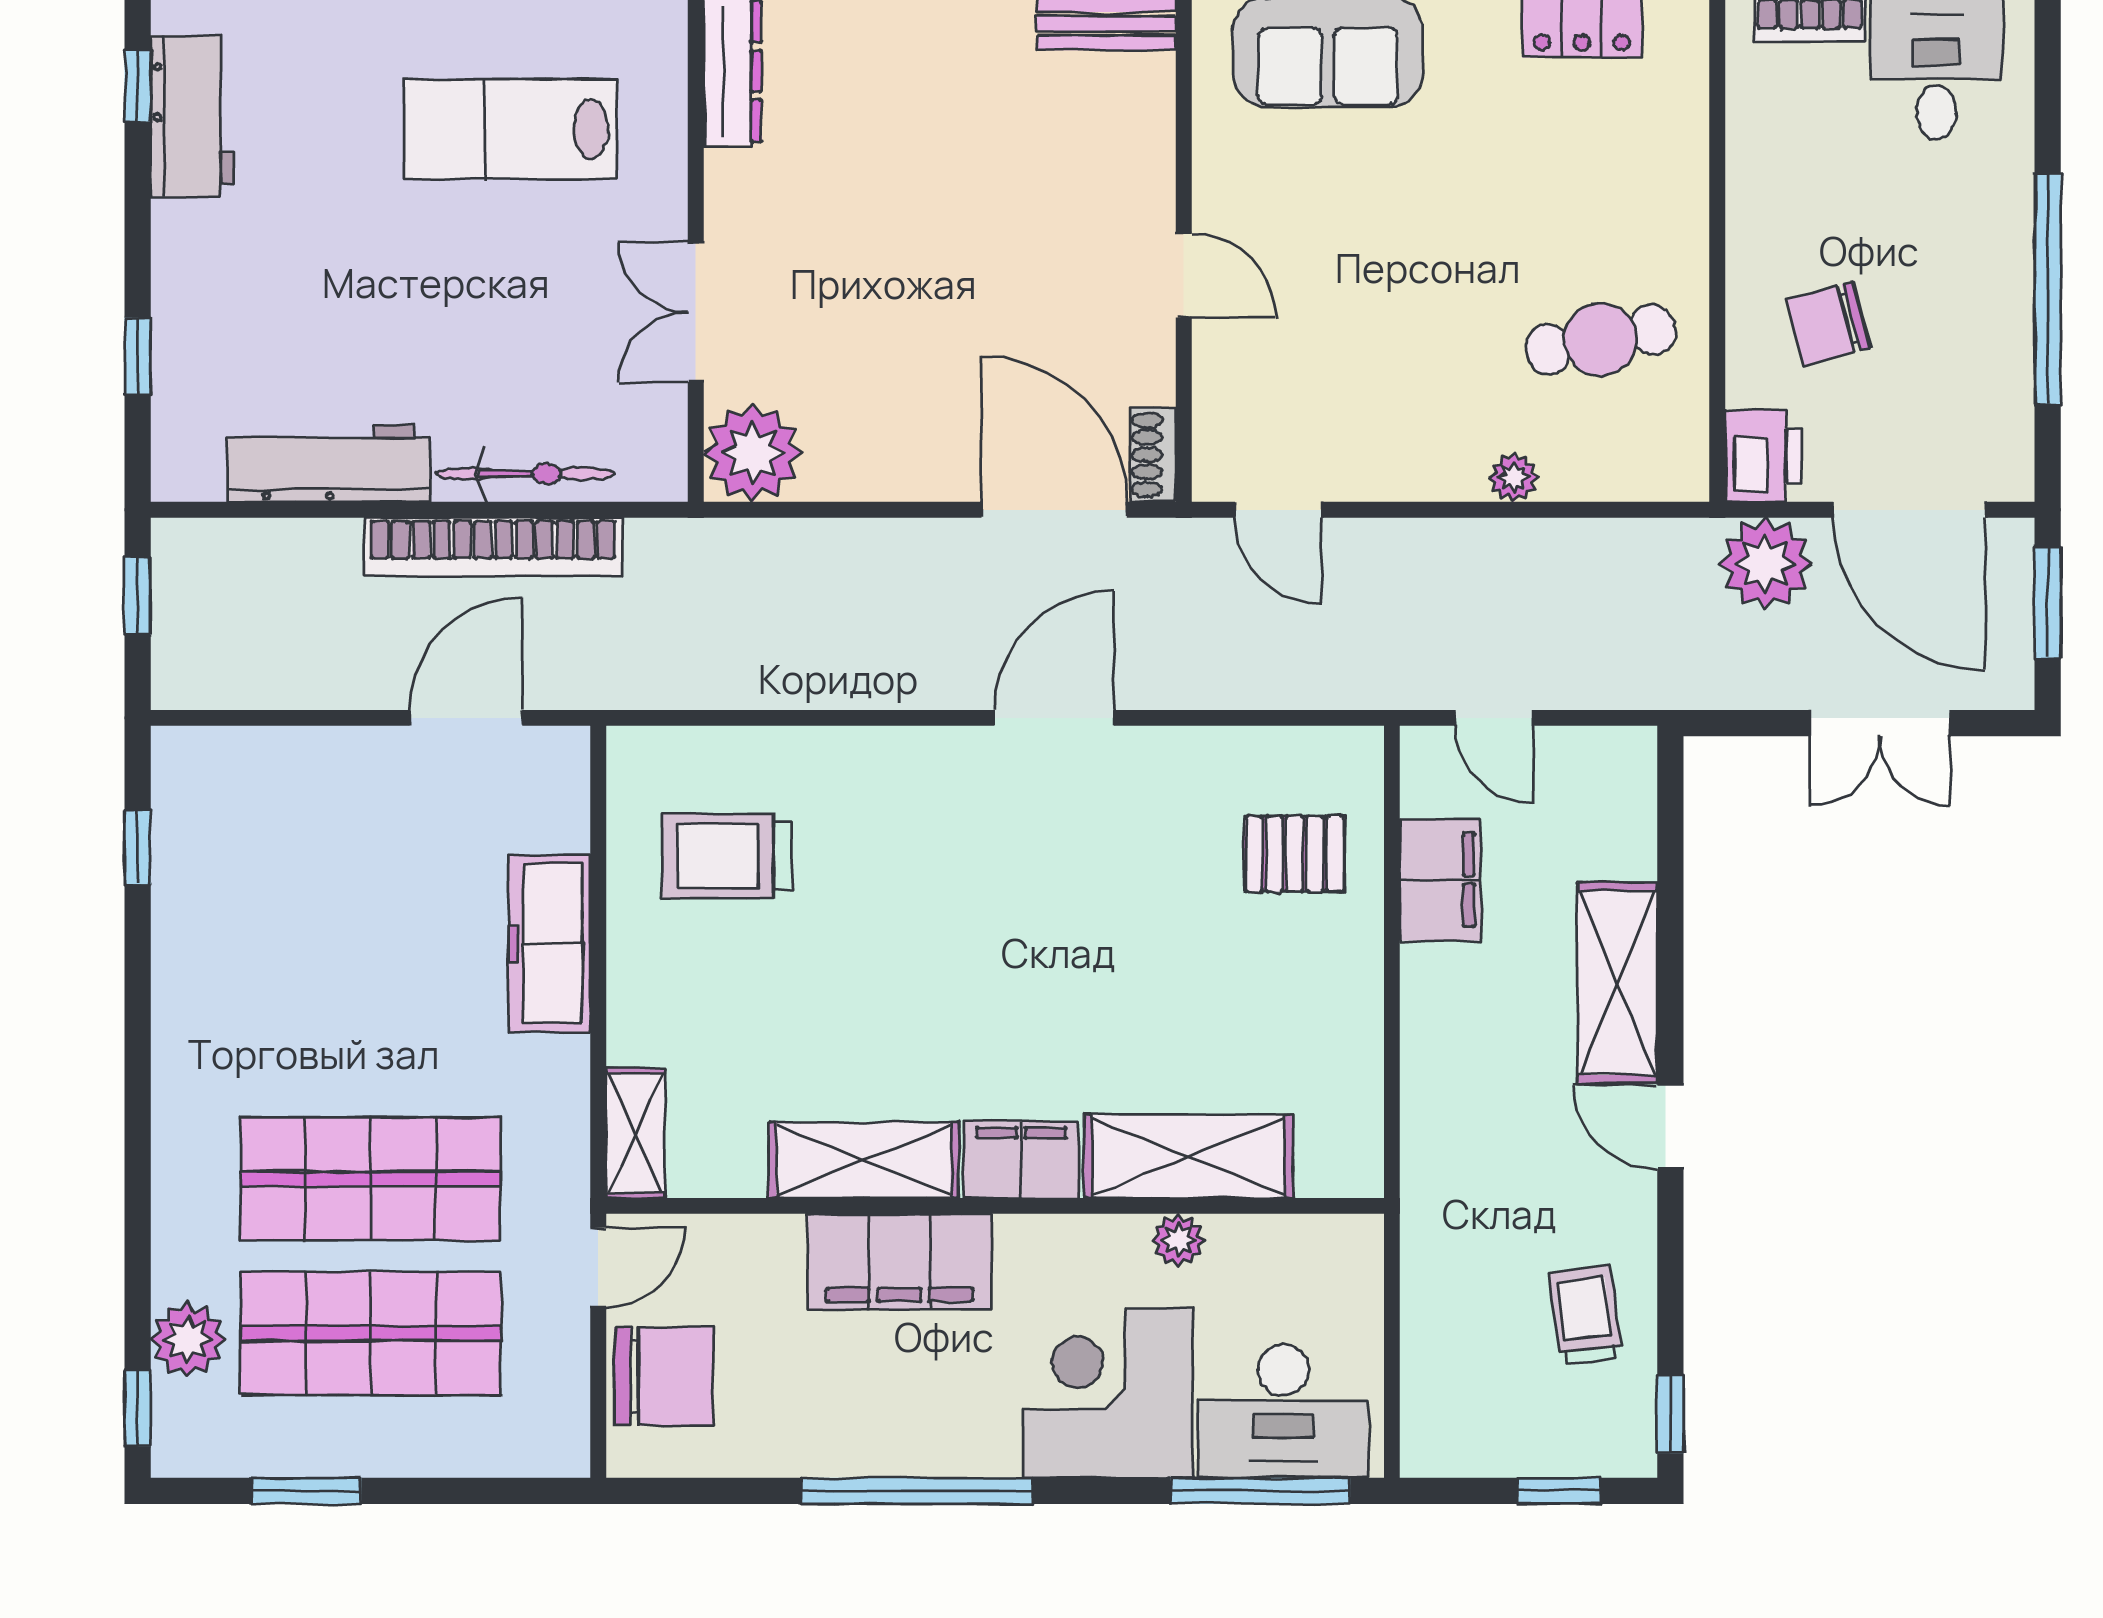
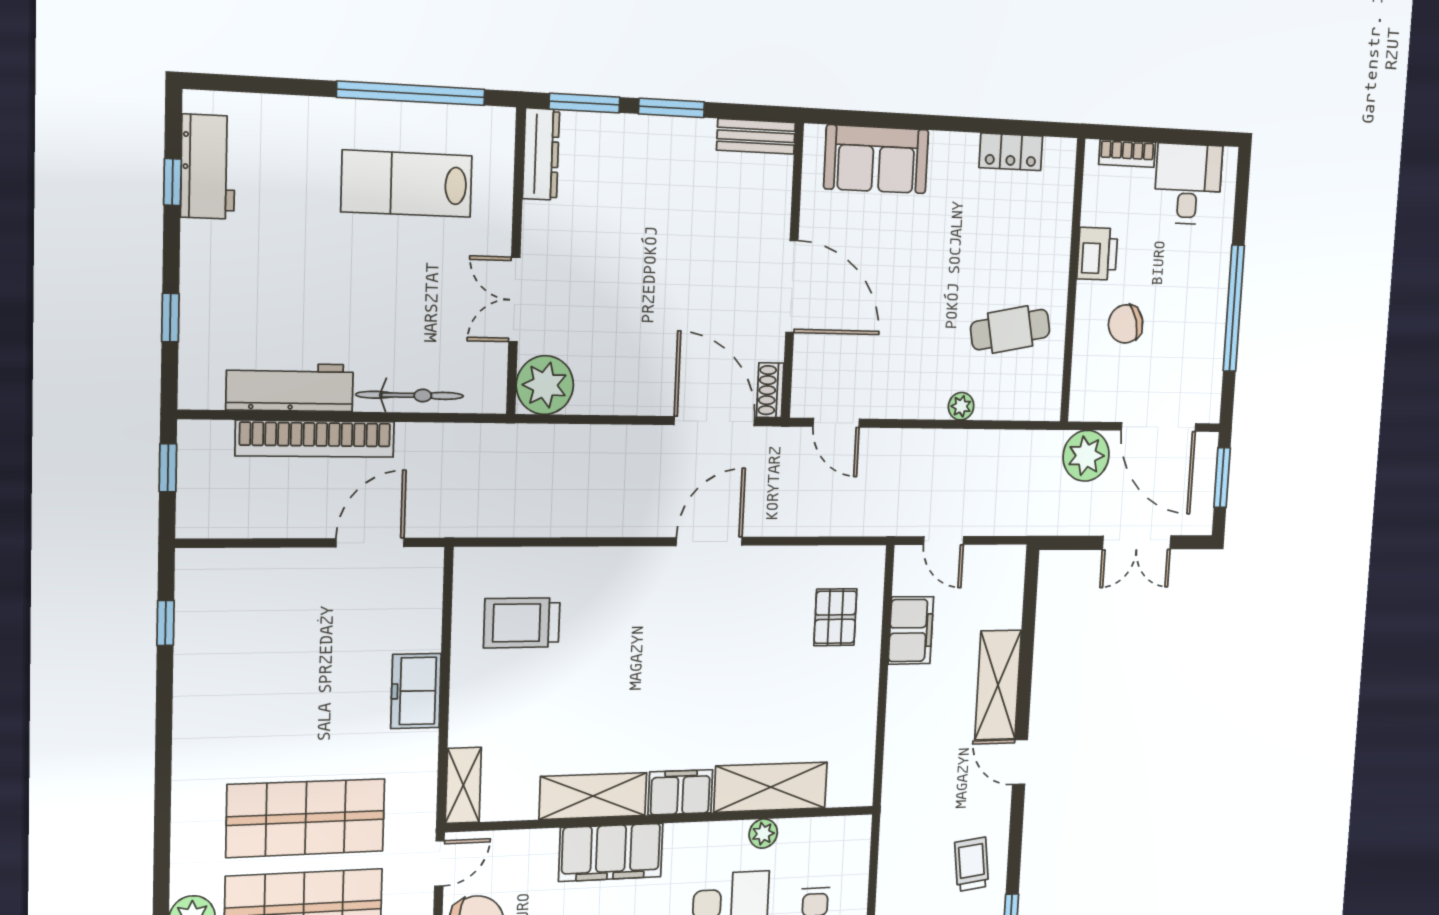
window: (138, 86) -> (172, 182), moved
door: (1184, 276) -> (792, 287), width x1.88
printer: (1763, 456) -> (1097, 254), moved
bookcase: (493, 547) -> (315, 439), moved
pallet: (1295, 854) -> (835, 617), turned 90
freezer: (549, 944) -> (416, 691), width x0.71

